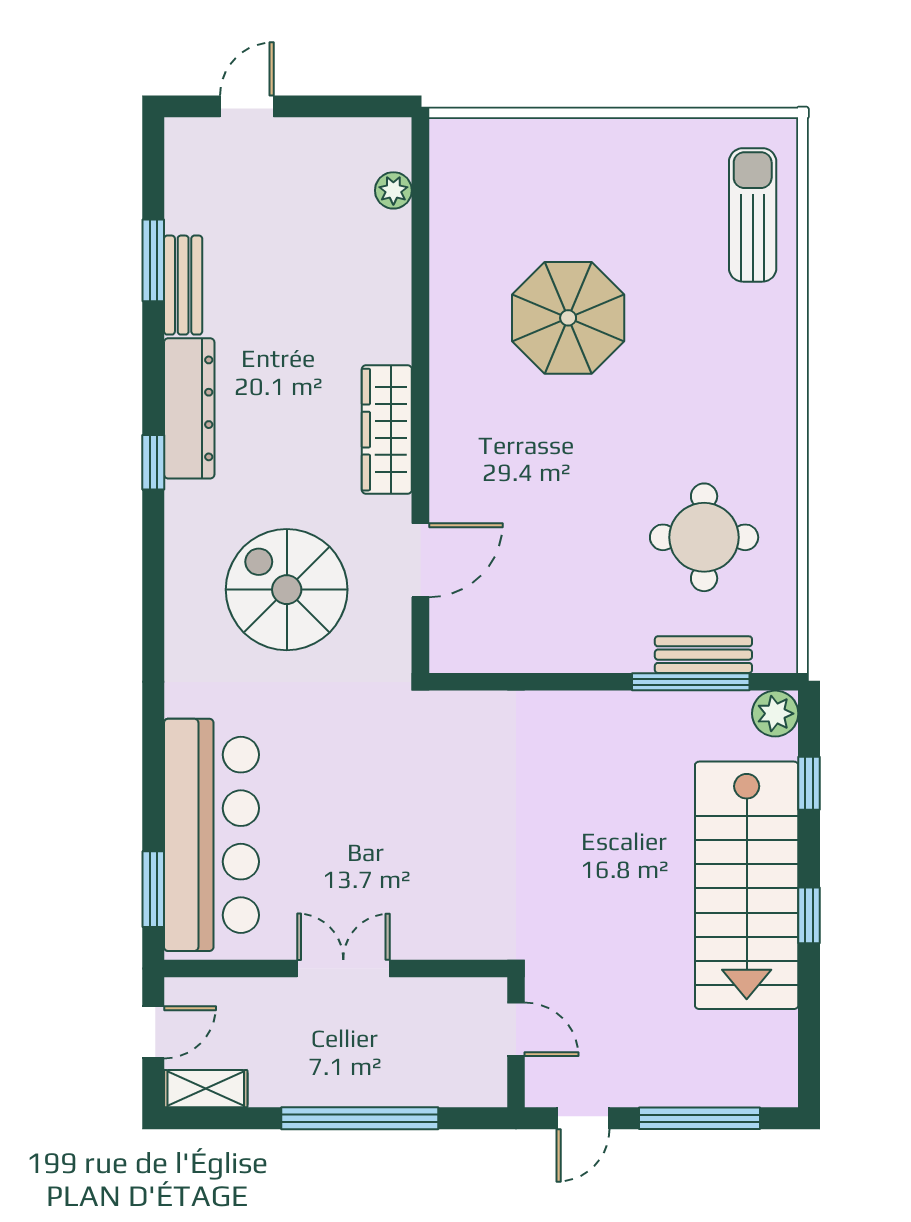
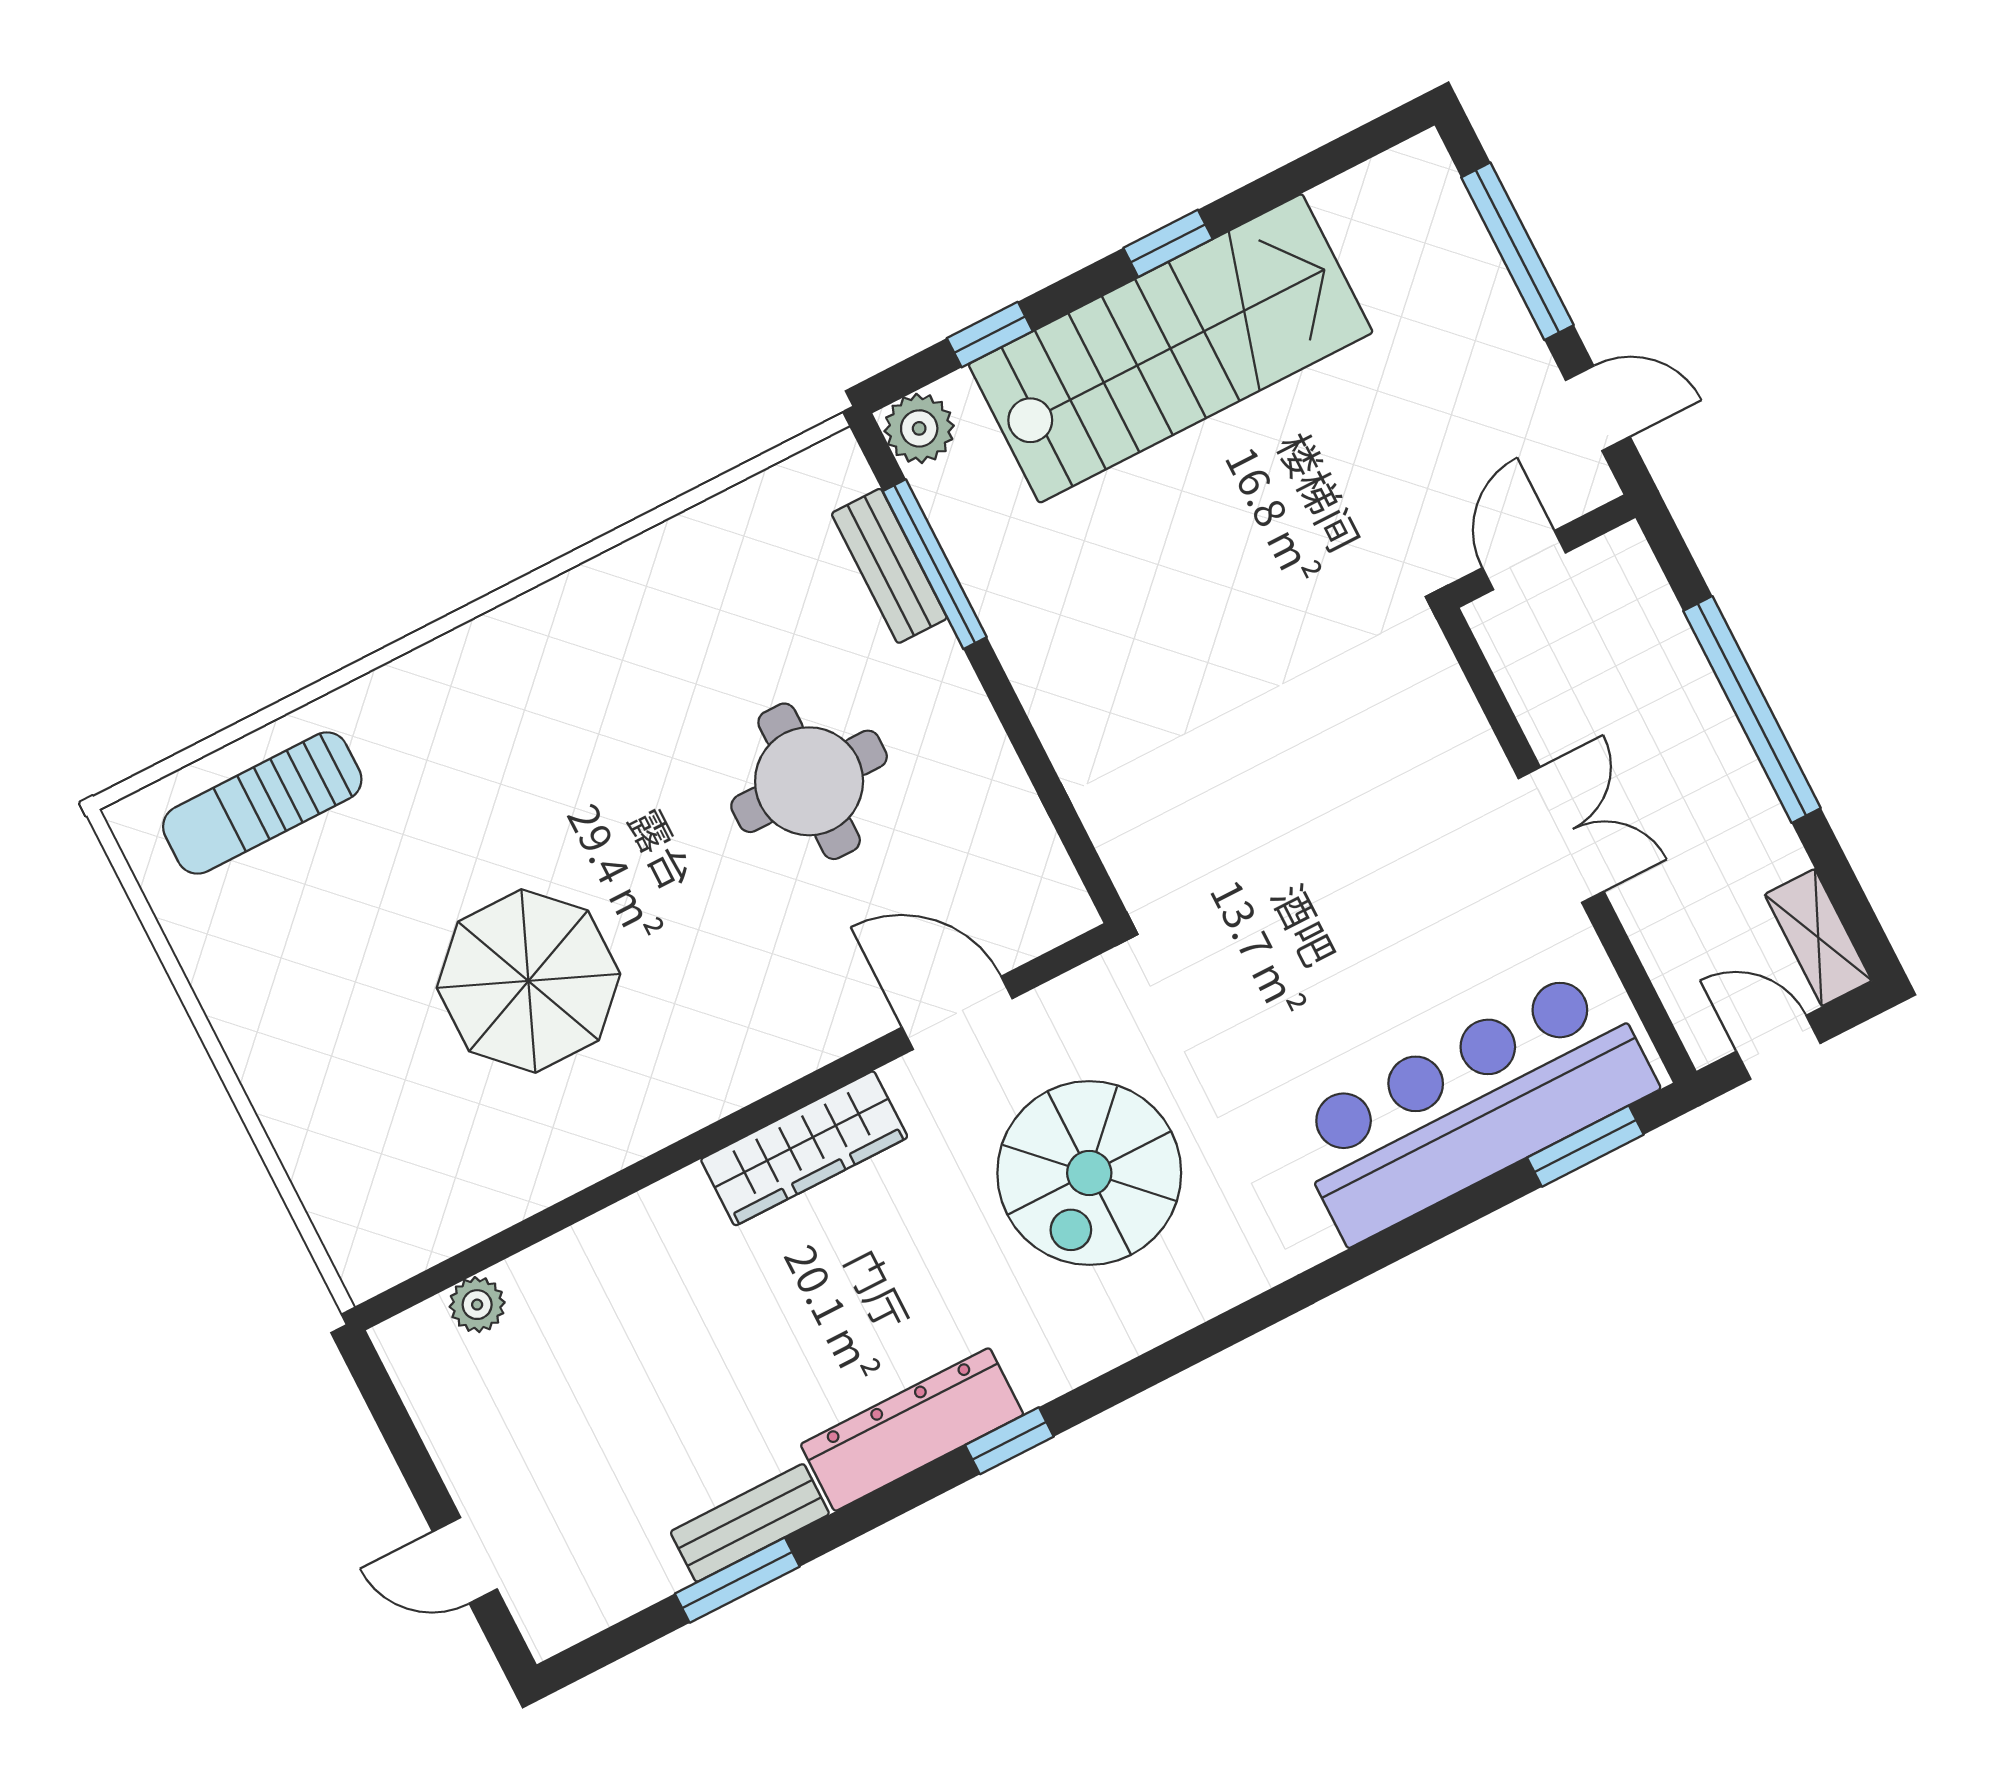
round table: (704, 537) -> (809, 781), moved
double door: (343, 968) -> (1561, 835), swing flipped

